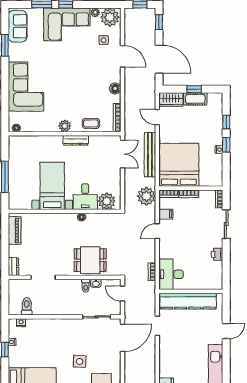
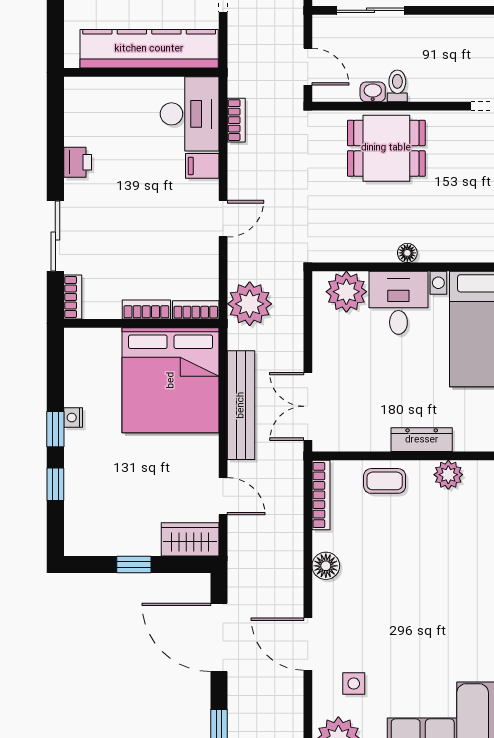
cot: (195, 99) -> (131, 541), removed
filing cabinet: (166, 214) -> (202, 166), moved

